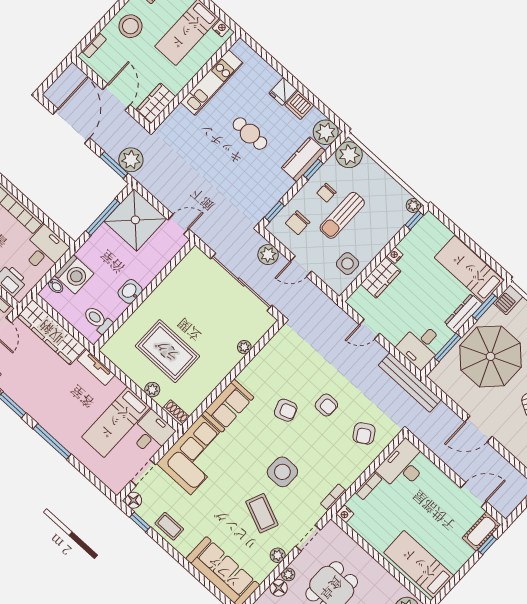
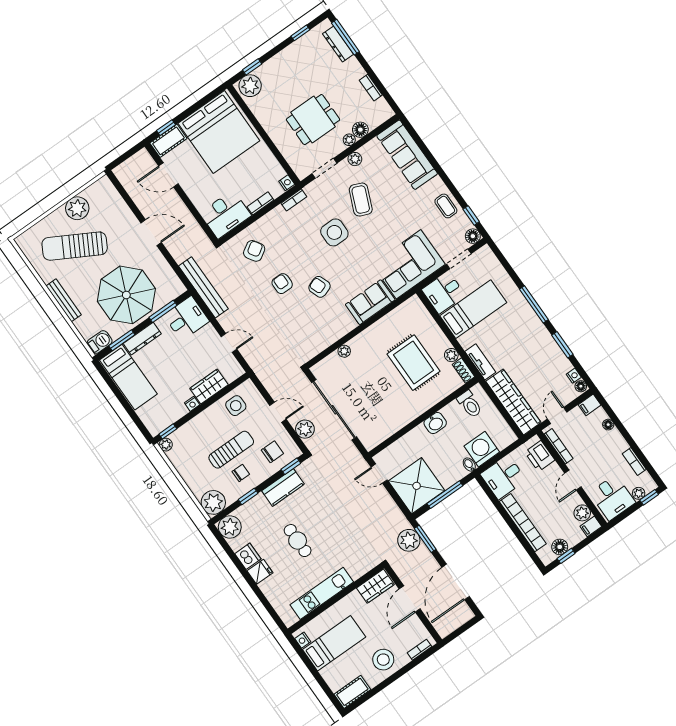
kitchen counter: (303, 159) -> (283, 487), moved
bidet: (56, 286) -> (469, 465), moved
plant: (152, 390) -> (451, 355), moved
shoe rack: (176, 413) -> (464, 371), moved
bed: (419, 564) -> (219, 132), width x2.04

